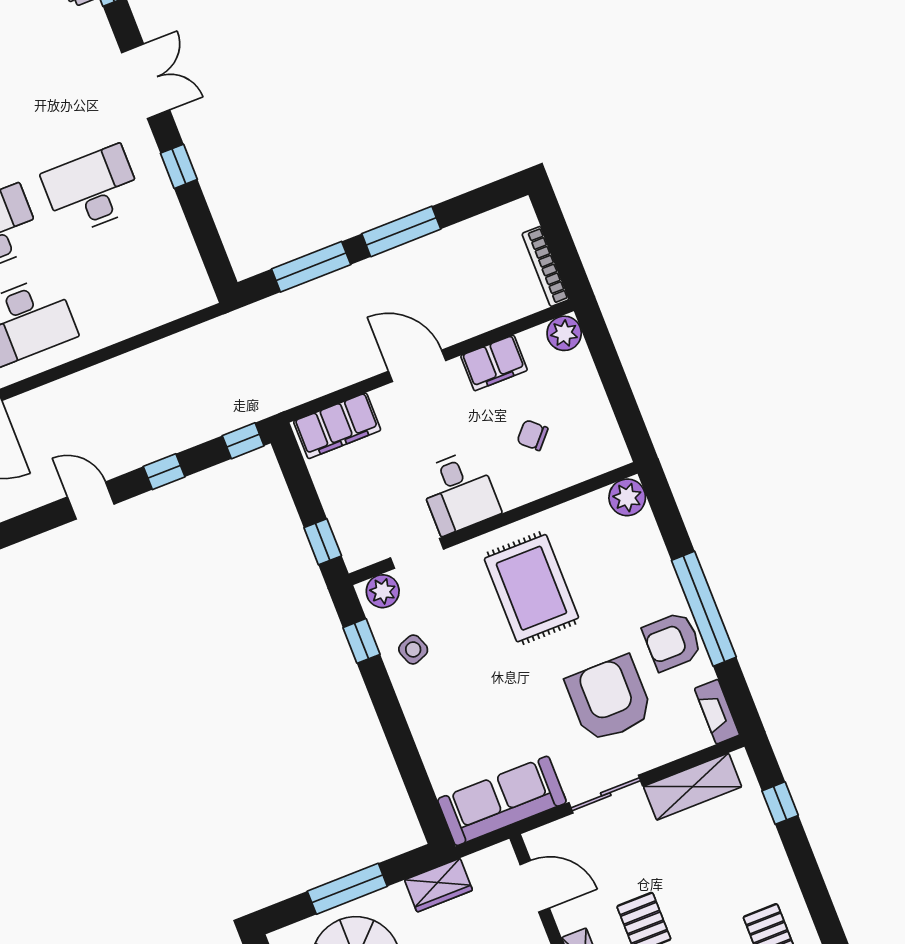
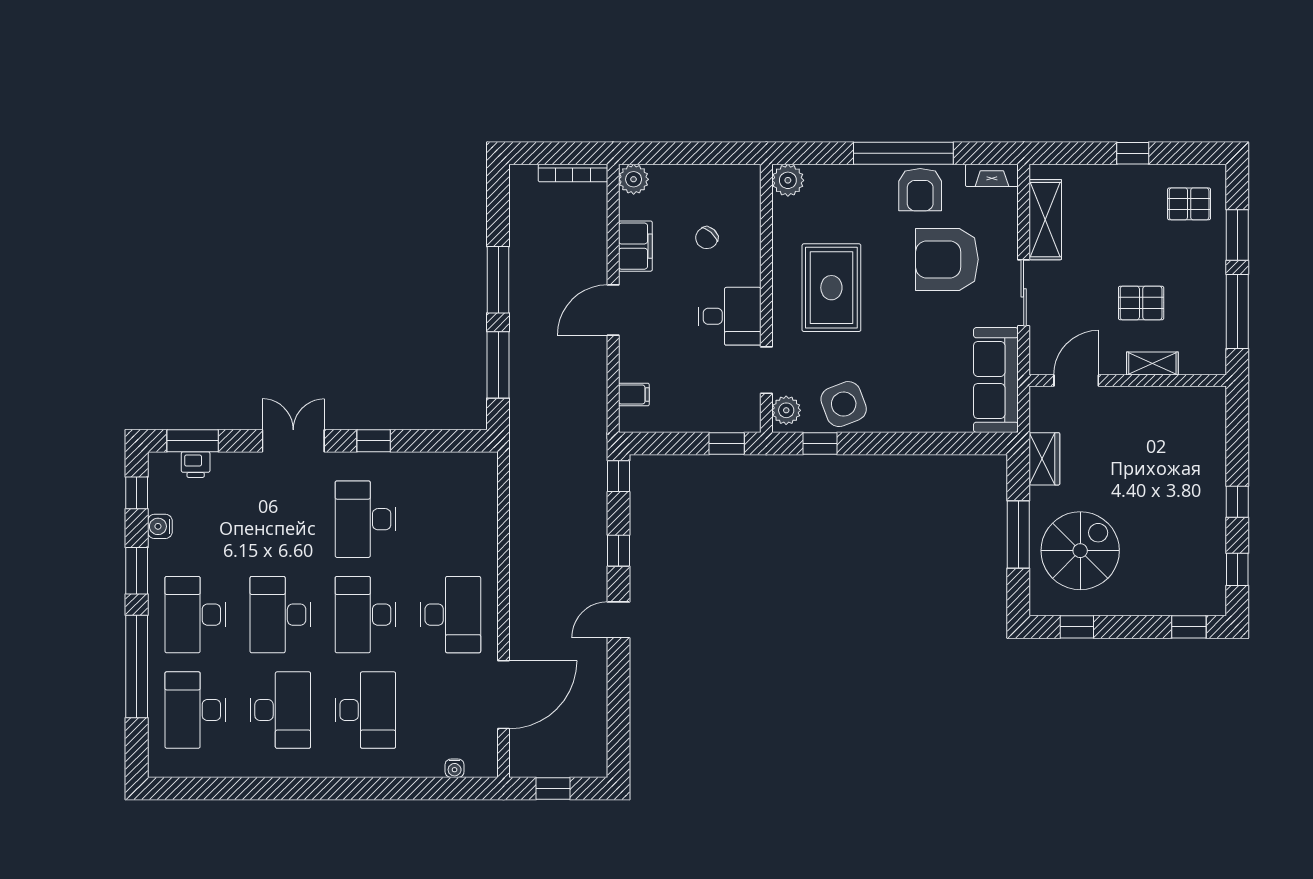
filing cabinet: (337, 426) -> (634, 394), width x0.33, depth x0.86
rug: (531, 588) -> (831, 288), turned 90
side table: (413, 649) -> (844, 404), width x1.87, depth x1.87
window: (780, 803) -> (1133, 153), moved

